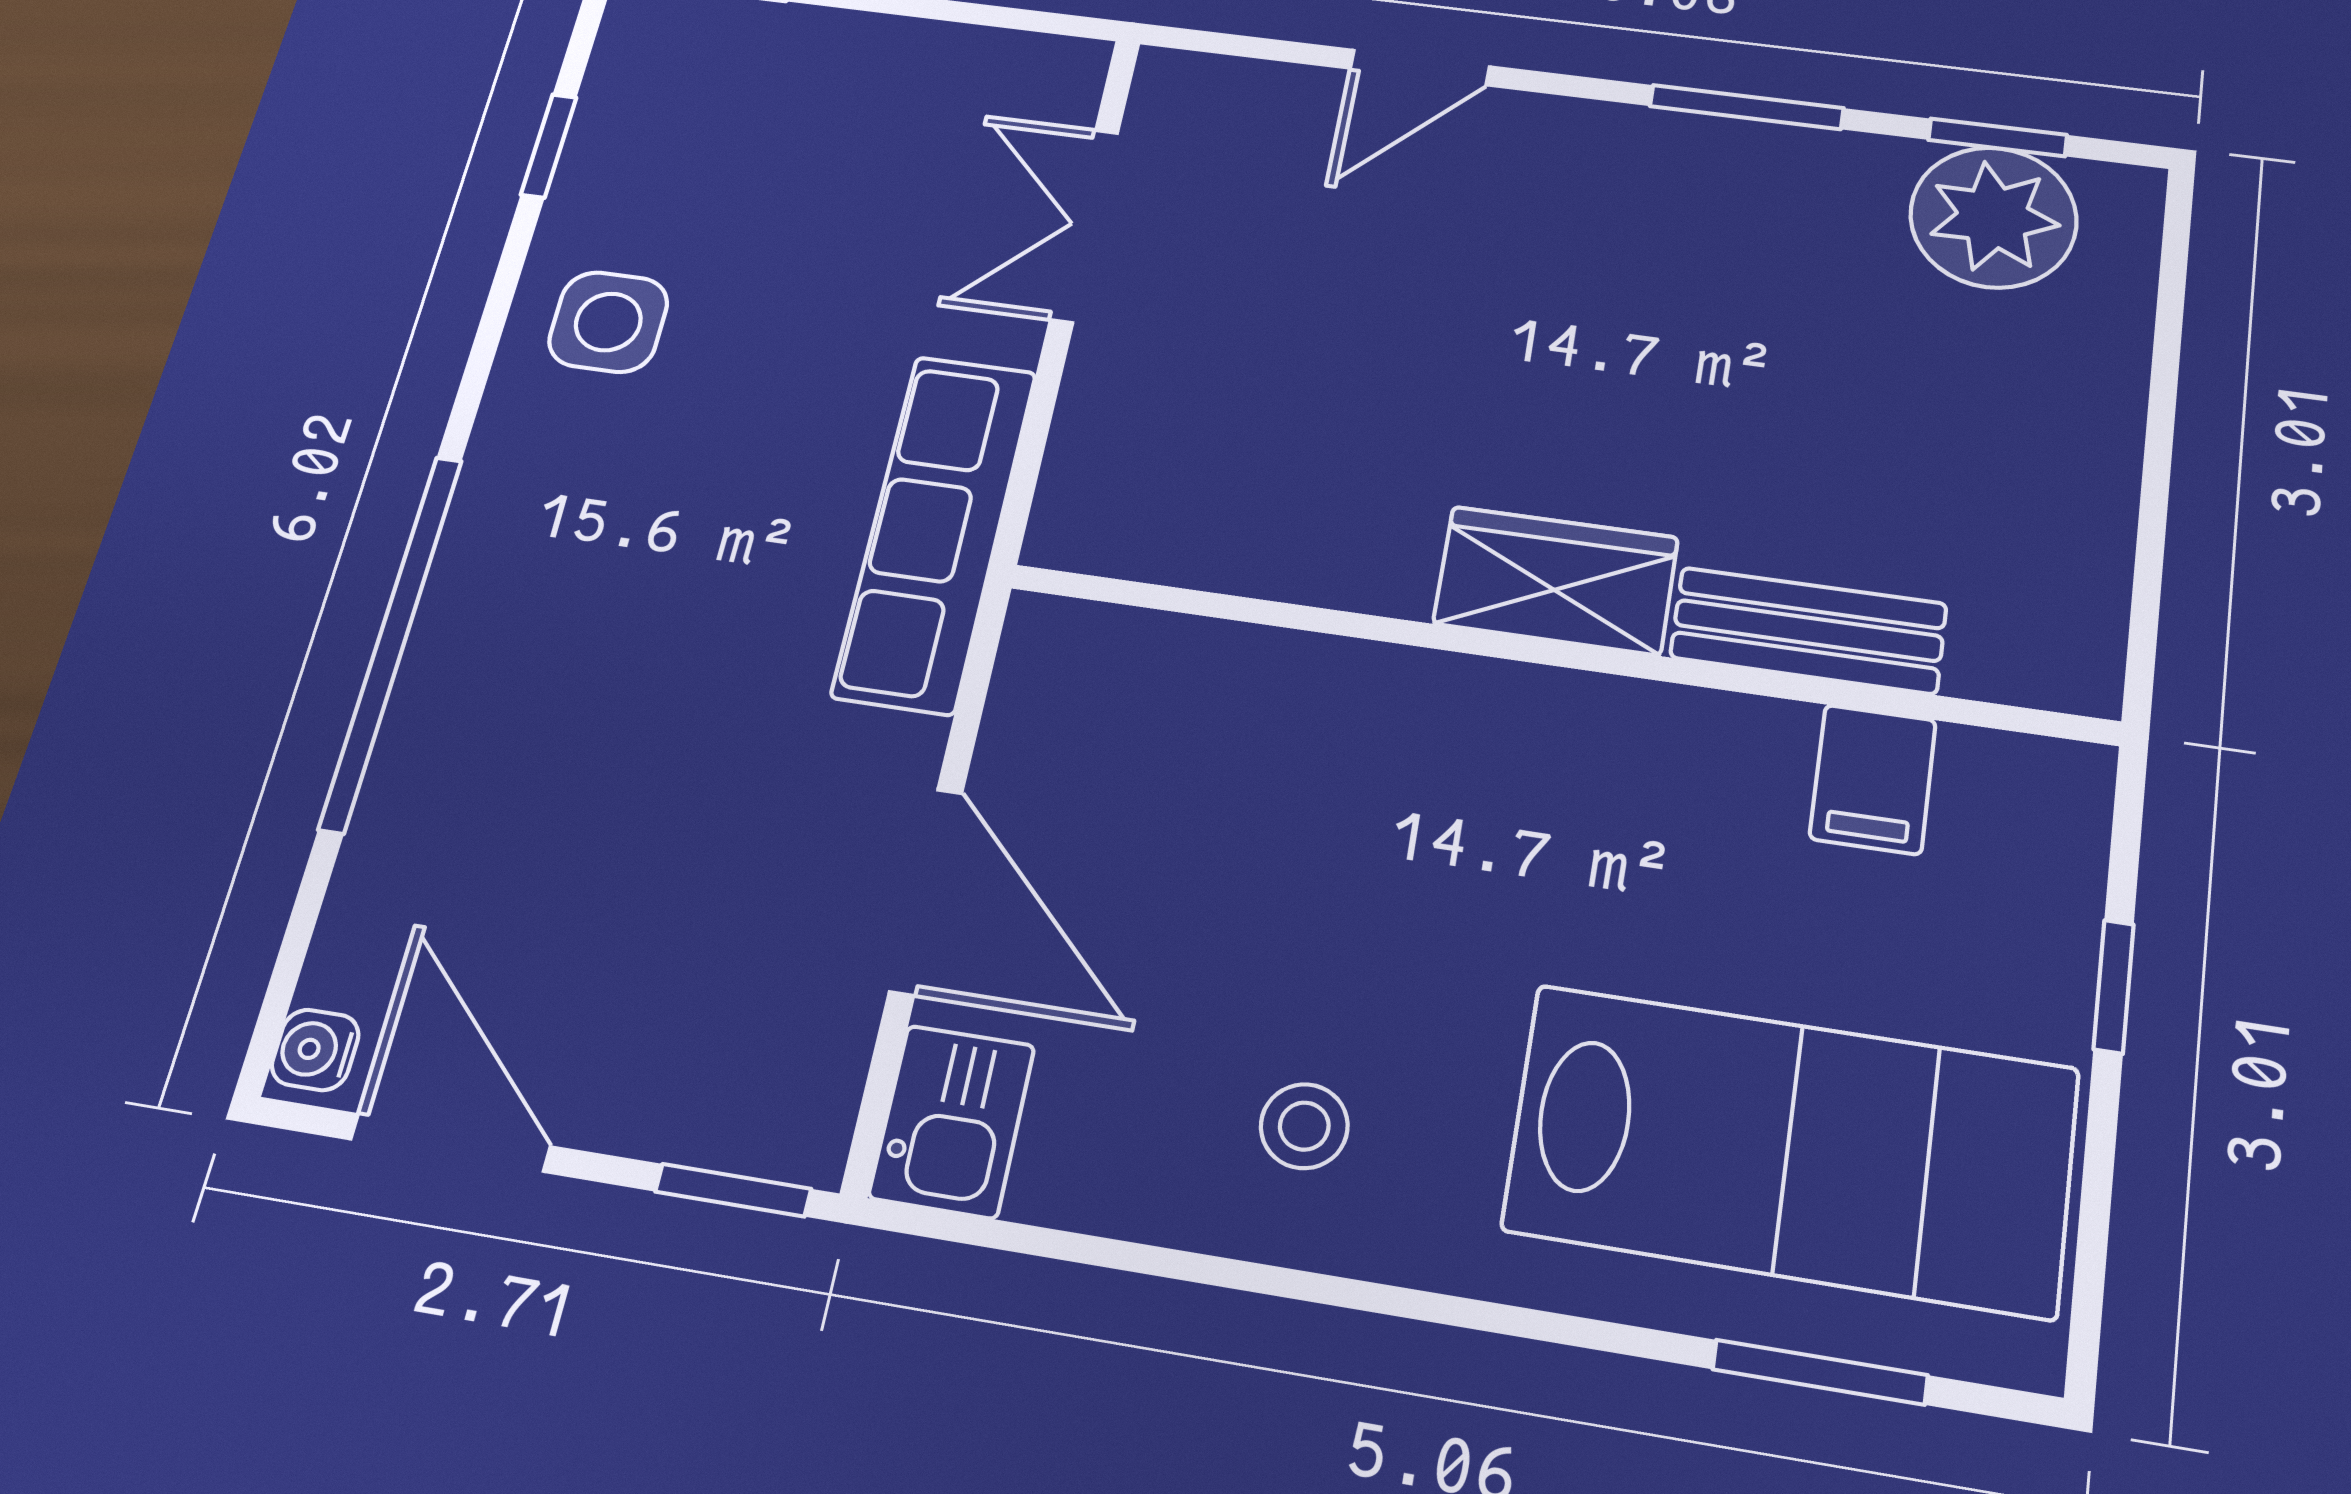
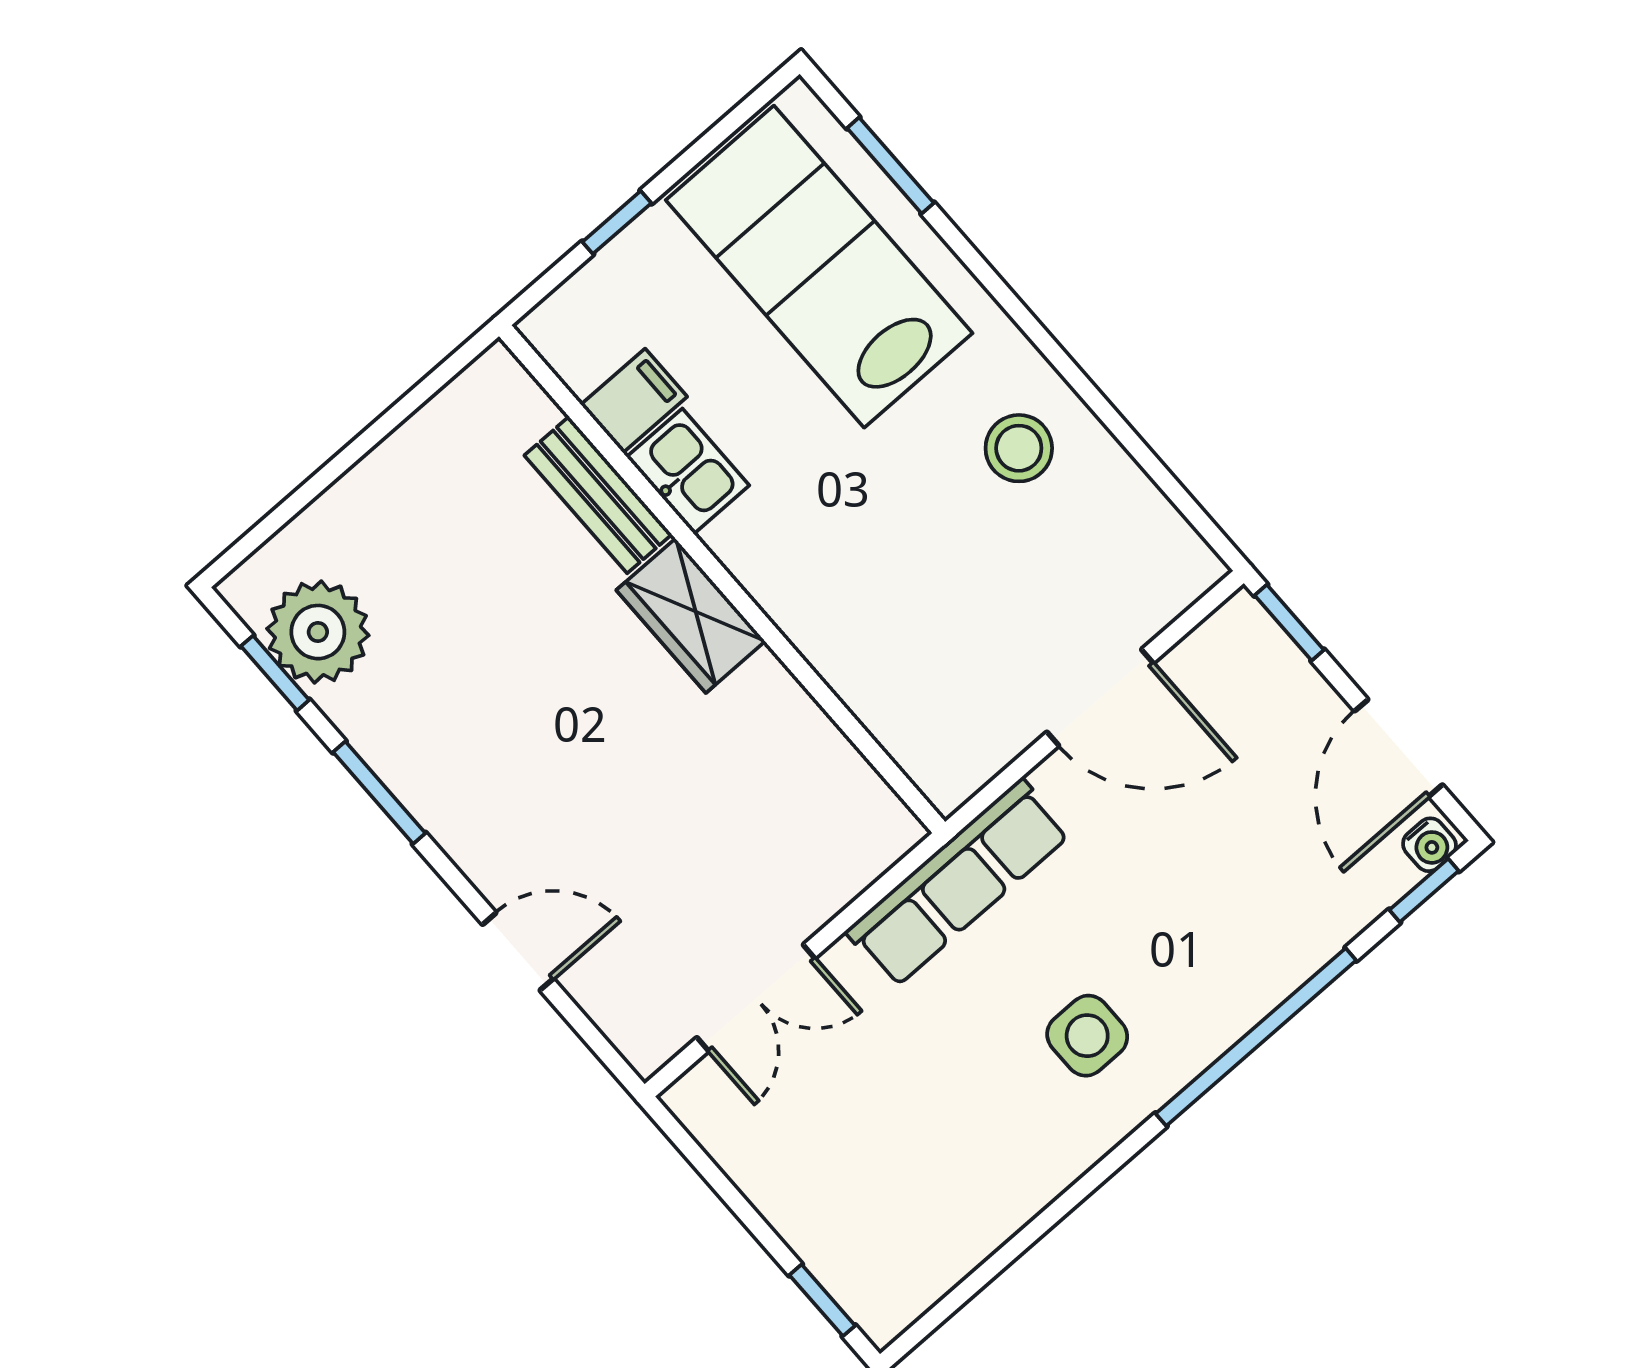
window: (549, 146) -> (1424, 890), moved
side table: (608, 322) -> (1087, 1036), moved
door: (926, 891) -> (1100, 698), swing flipped
kitchen sink: (952, 1121) -> (688, 471), moved, turned 90
stool: (1304, 1126) -> (1019, 448), width x1.37, depth x1.37

